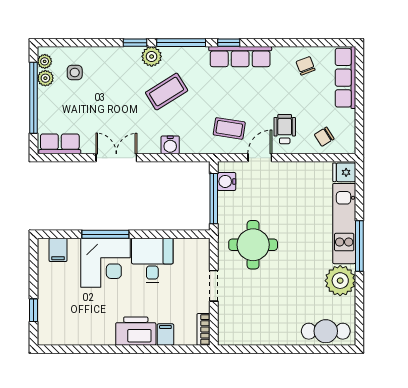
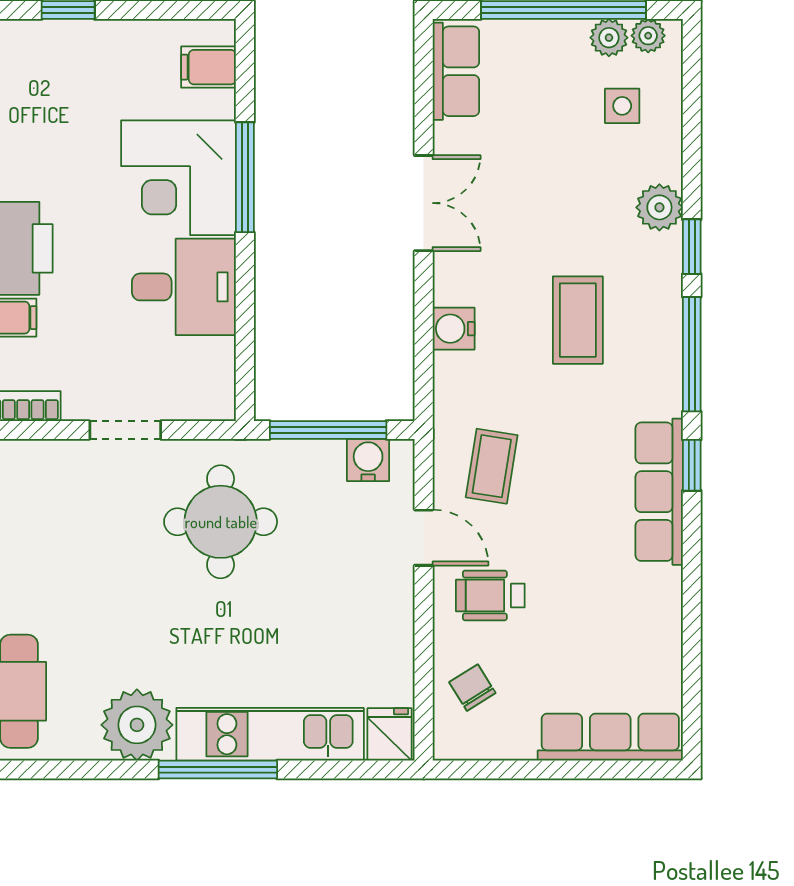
plant: (152, 56) -> (659, 207), moved
chair: (306, 66) -> (638, 644), removed
coffee table: (167, 92) -> (578, 320), turned 32
wheelchair: (285, 129) -> (490, 595), turned 180

